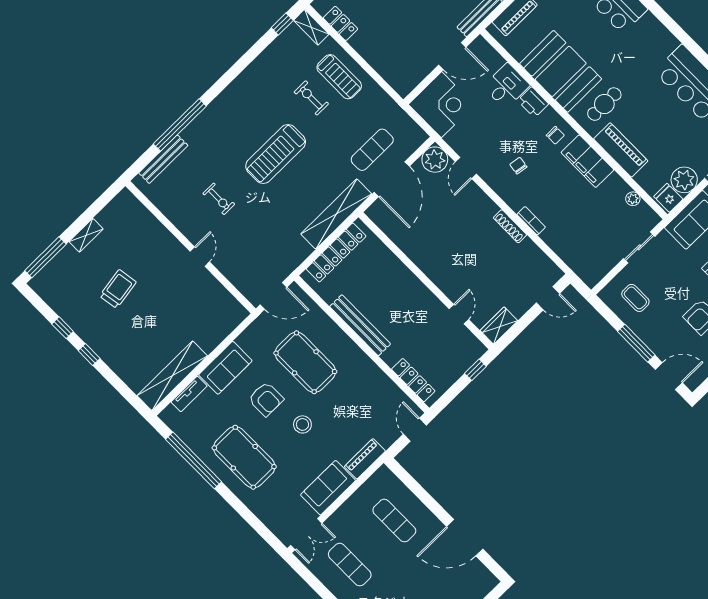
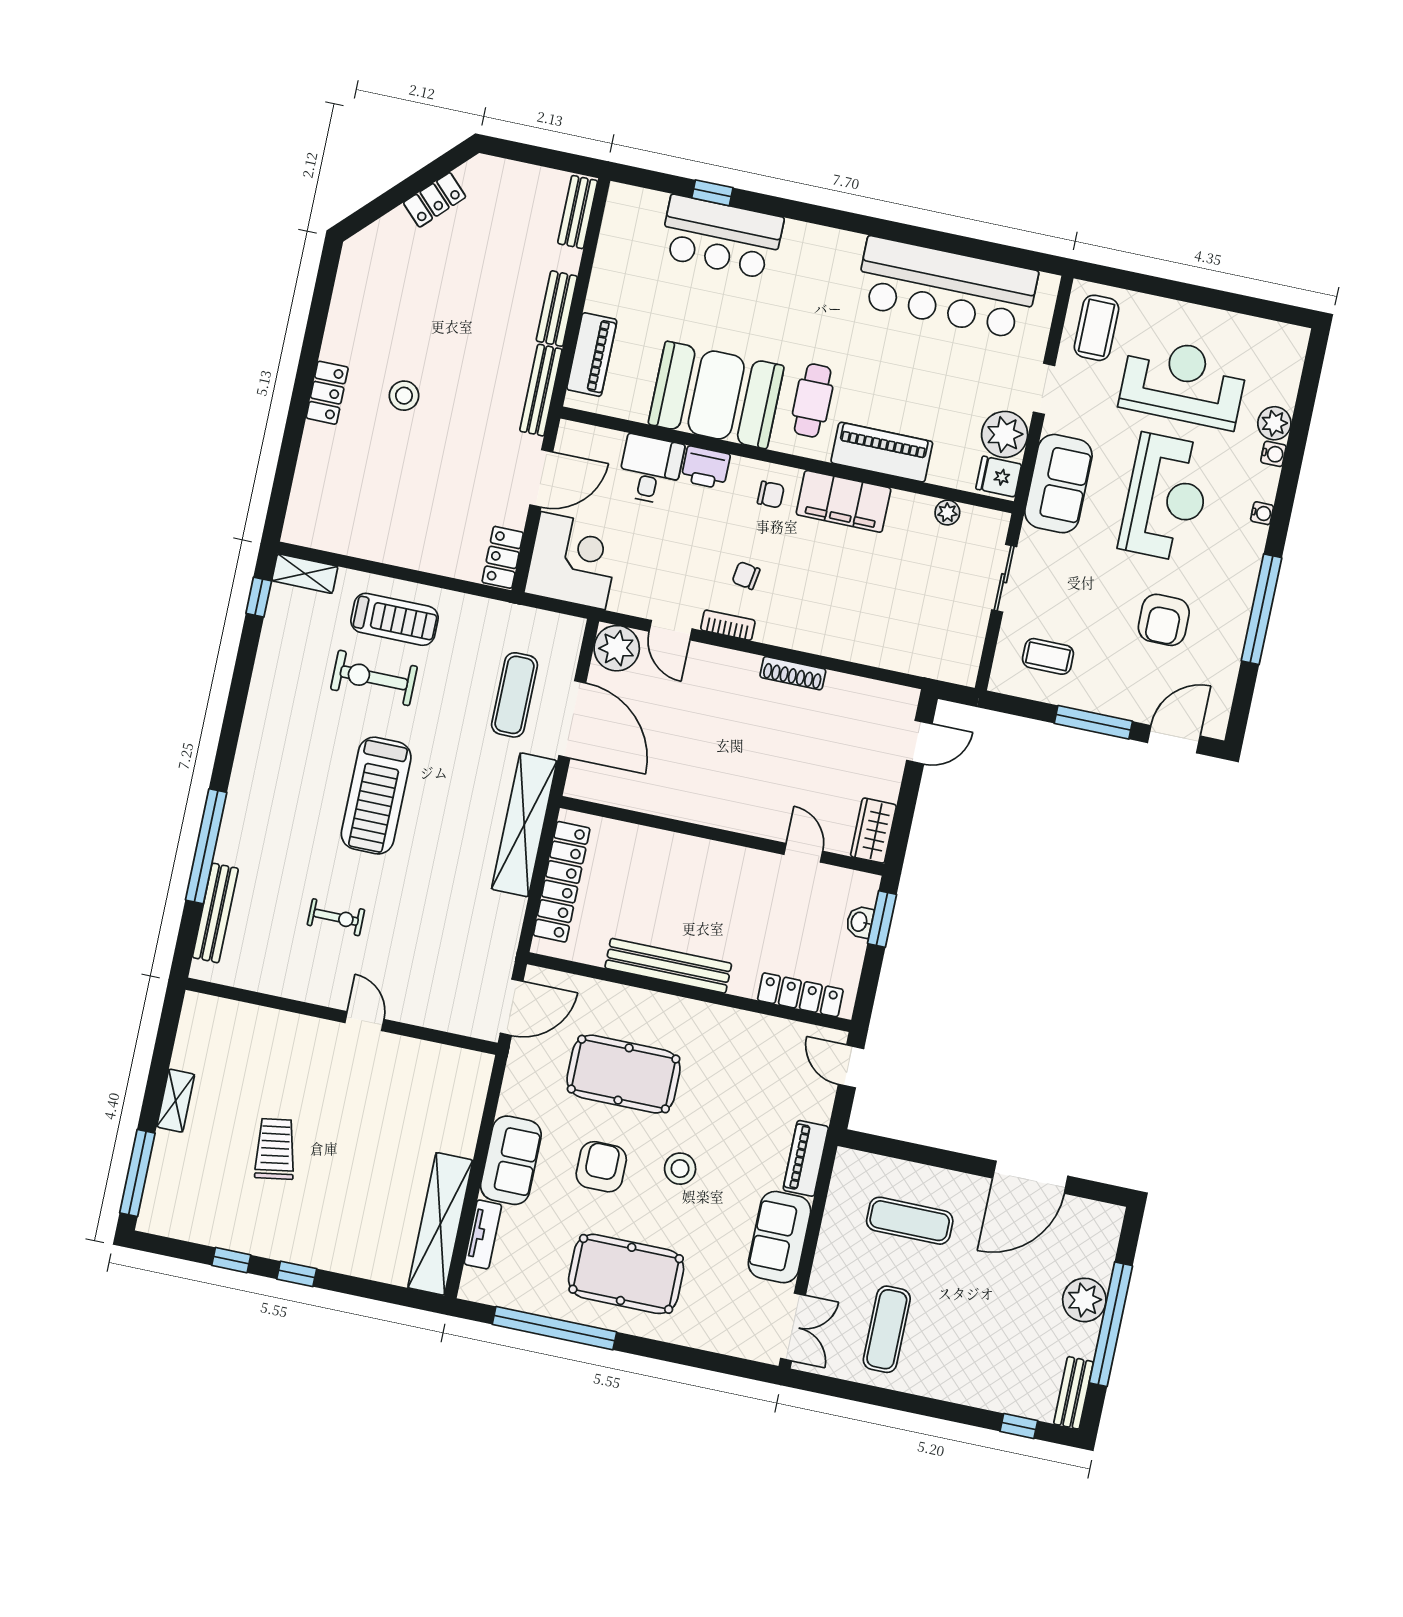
locker: (340, 23) -> (503, 557), moved, turned -90
exercise bike: (311, 98) -> (374, 678), width x1.38, depth x1.39
bookcase: (531, 221) -> (728, 625), moved
washbasin: (464, 364) -> (860, 922), added
window: (475, 370) -> (882, 919), width x1.50
armchair: (266, 399) -> (601, 1167), turned -90
exercise mat: (350, 565) -> (887, 1329), turned 90

